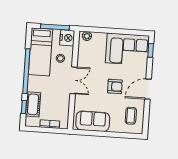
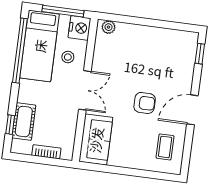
corner sofa: (127, 49) -> (166, 50), removed
window: (26, 71) -> (20, 51), moved
sofa: (93, 121) -> (96, 140), moved, turned 90

